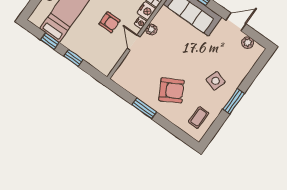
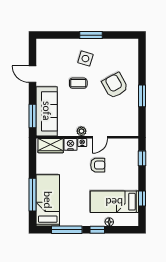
armchair: (110, 22) -> (98, 165), turned 90
plant: (248, 43) -> (41, 55), removed
window: (73, 58) -> (142, 158), moved
coffee table: (199, 117) -> (78, 83), moved

